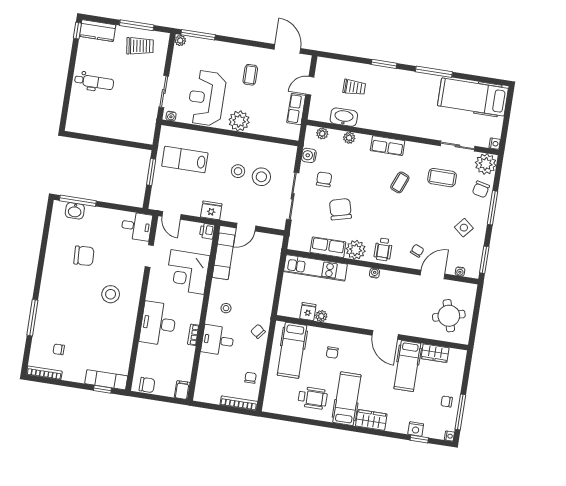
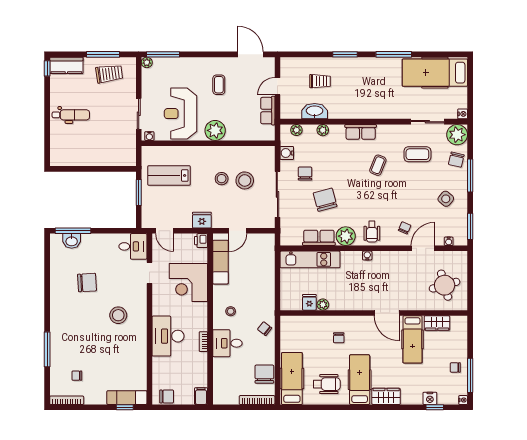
hospital bed: (292, 350) -> (292, 379), moved, turned 180
chair: (250, 378) -> (264, 374), width x1.87, depth x1.87

